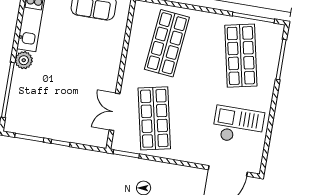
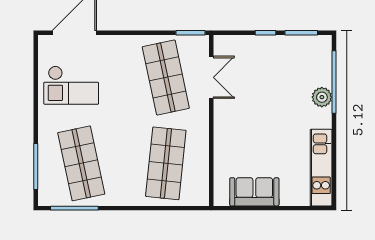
plant: (24, 60) -> (322, 97), moved

